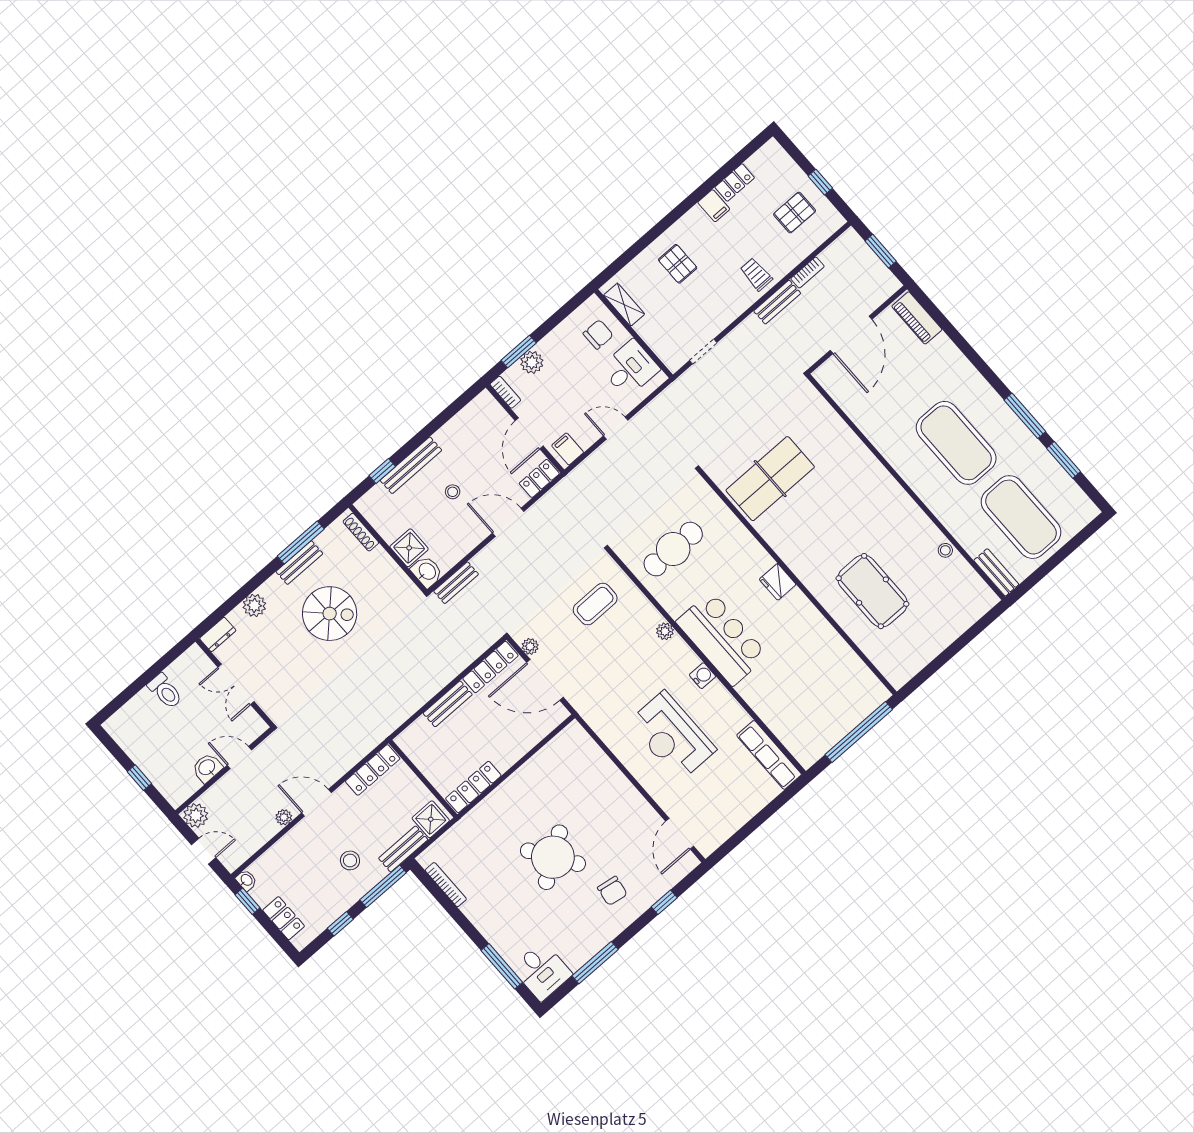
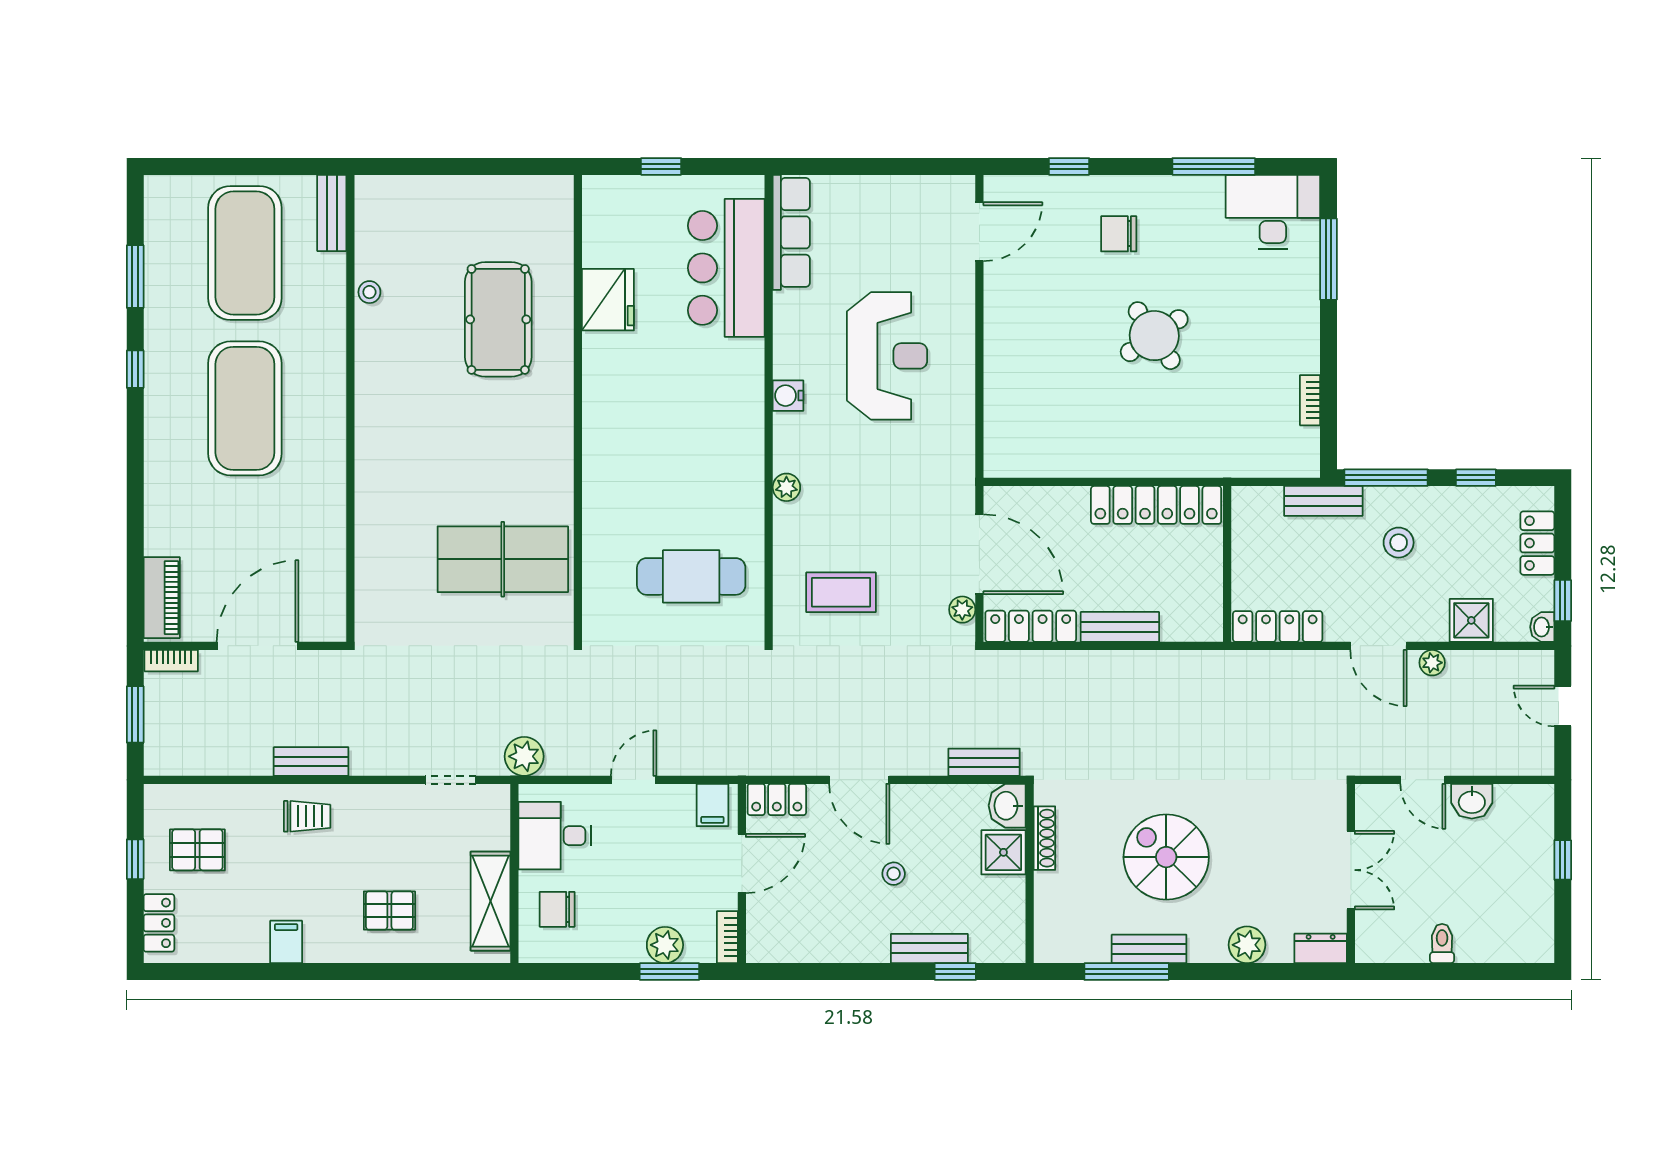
locker: (735, 182) -> (159, 923), moved, turned 90
pallet: (678, 264) -> (389, 910), turned 90
bookcase: (808, 273) -> (171, 661), moved, turned 180
trolley: (756, 274) -> (307, 816), turned -90
shelving: (624, 305) -> (490, 901), width x1.50, depth x1.33
window: (1025, 416) -> (135, 369), width x0.46
door: (616, 428) -> (634, 780), swing flipped
bench: (411, 465) -> (929, 948), width x0.73
shoe rack: (361, 532) -> (1044, 838), moved
fridge: (778, 582) -> (608, 300), moved, width x1.36, depth x1.34
bar counter: (722, 638) -> (726, 268), moved
toilet: (165, 691) -> (1442, 943), width x0.73, depth x0.72
window: (859, 732) -> (661, 166), width x0.32
locker: (473, 787) -> (1156, 505), width x1.41, depth x1.21
plant: (196, 815) -> (524, 756), moved
shower: (431, 819) -> (1471, 620), moved
round table: (553, 857) -> (1154, 336), width x0.73, depth x0.73
bookcase: (446, 885) -> (1310, 400), width x0.64
chair: (612, 891) -> (1119, 234), turned -99
desk: (542, 971) -> (1273, 212), width x1.37

